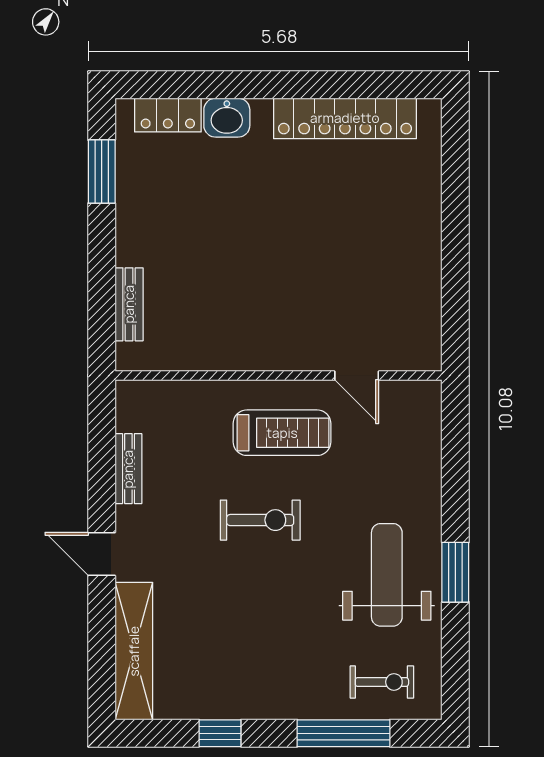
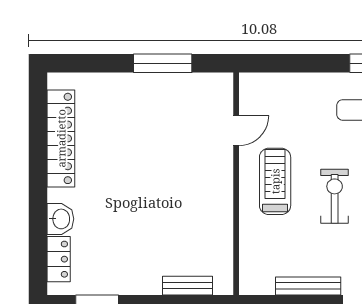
window: (455, 268) -> (163, 63), added
bench: (128, 469) -> (308, 286), width x1.36

